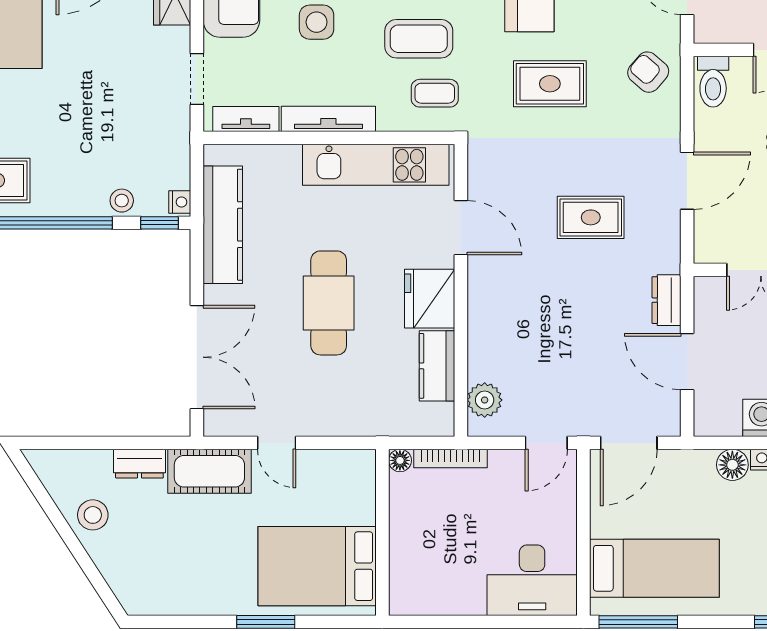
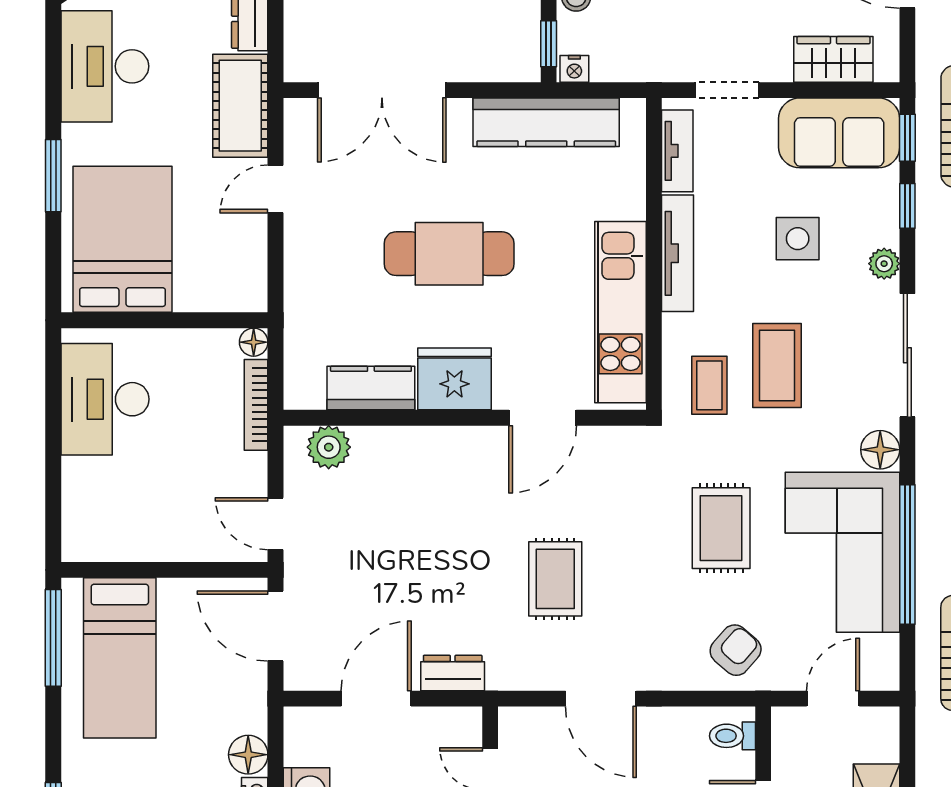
toilet: (713, 82) -> (732, 736), width x0.73, depth x0.72
desk: (178, 580) -> (105, 66), added
desk: (532, 580) -> (105, 399), moved

